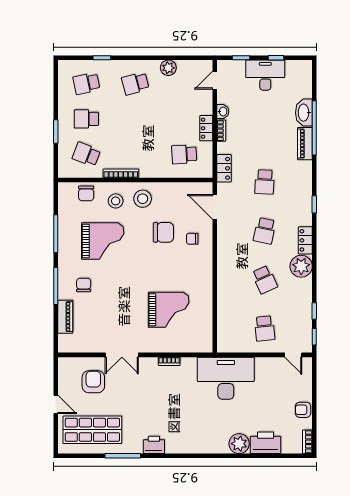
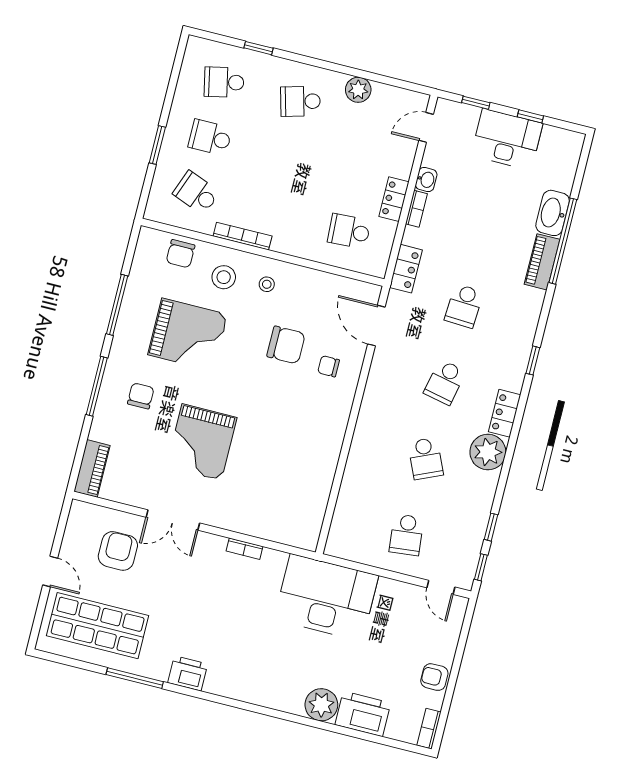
stool: (143, 199) -> (267, 284), width x0.53, depth x0.53
grand piano: (169, 310) -> (202, 442), moved, turned 90
piano: (65, 317) -> (92, 468), moved

